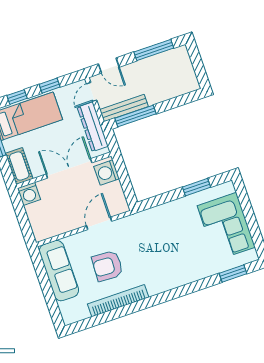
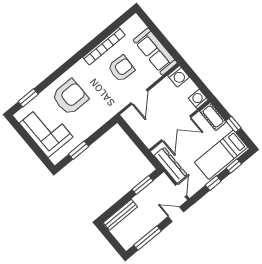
bench: (124, 108) -> (120, 215), moved
window: (136, 116) -> (142, 185), width x0.69
washing machine: (107, 173) -> (178, 76), moved, turned 90
armchair: (182, 255) -> (70, 97), added

